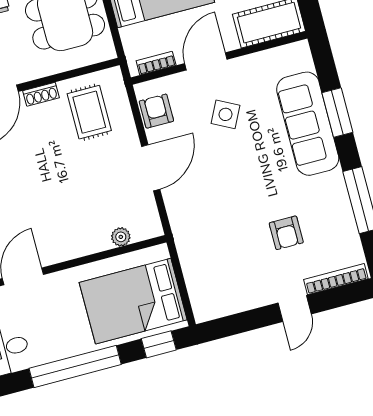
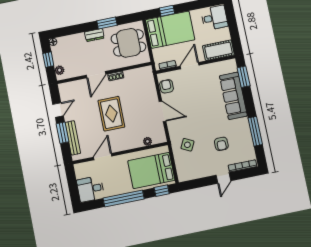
rug: (89, 112) -> (111, 114), moved, width x1.36, depth x1.43
window: (337, 112) -> (244, 77), moved
side table: (226, 114) -> (187, 145), moved
door: (151, 168) -> (163, 111), hinge flipped

